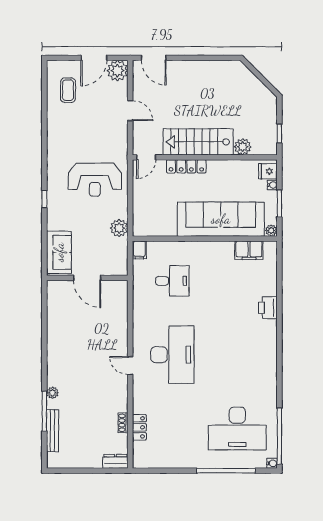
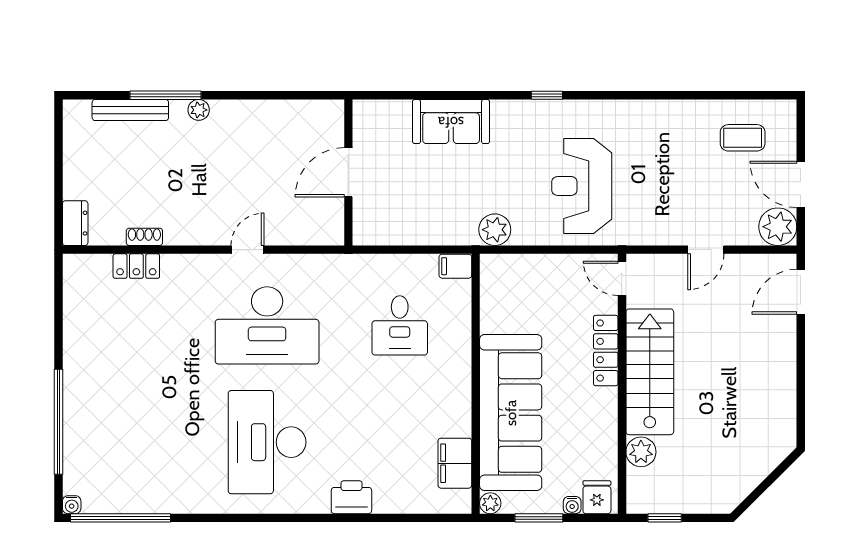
door: (87, 278) -> (348, 172), moved
wall: (87, 278) -> (348, 172), moved
desk: (237, 428) -> (267, 442), moved

